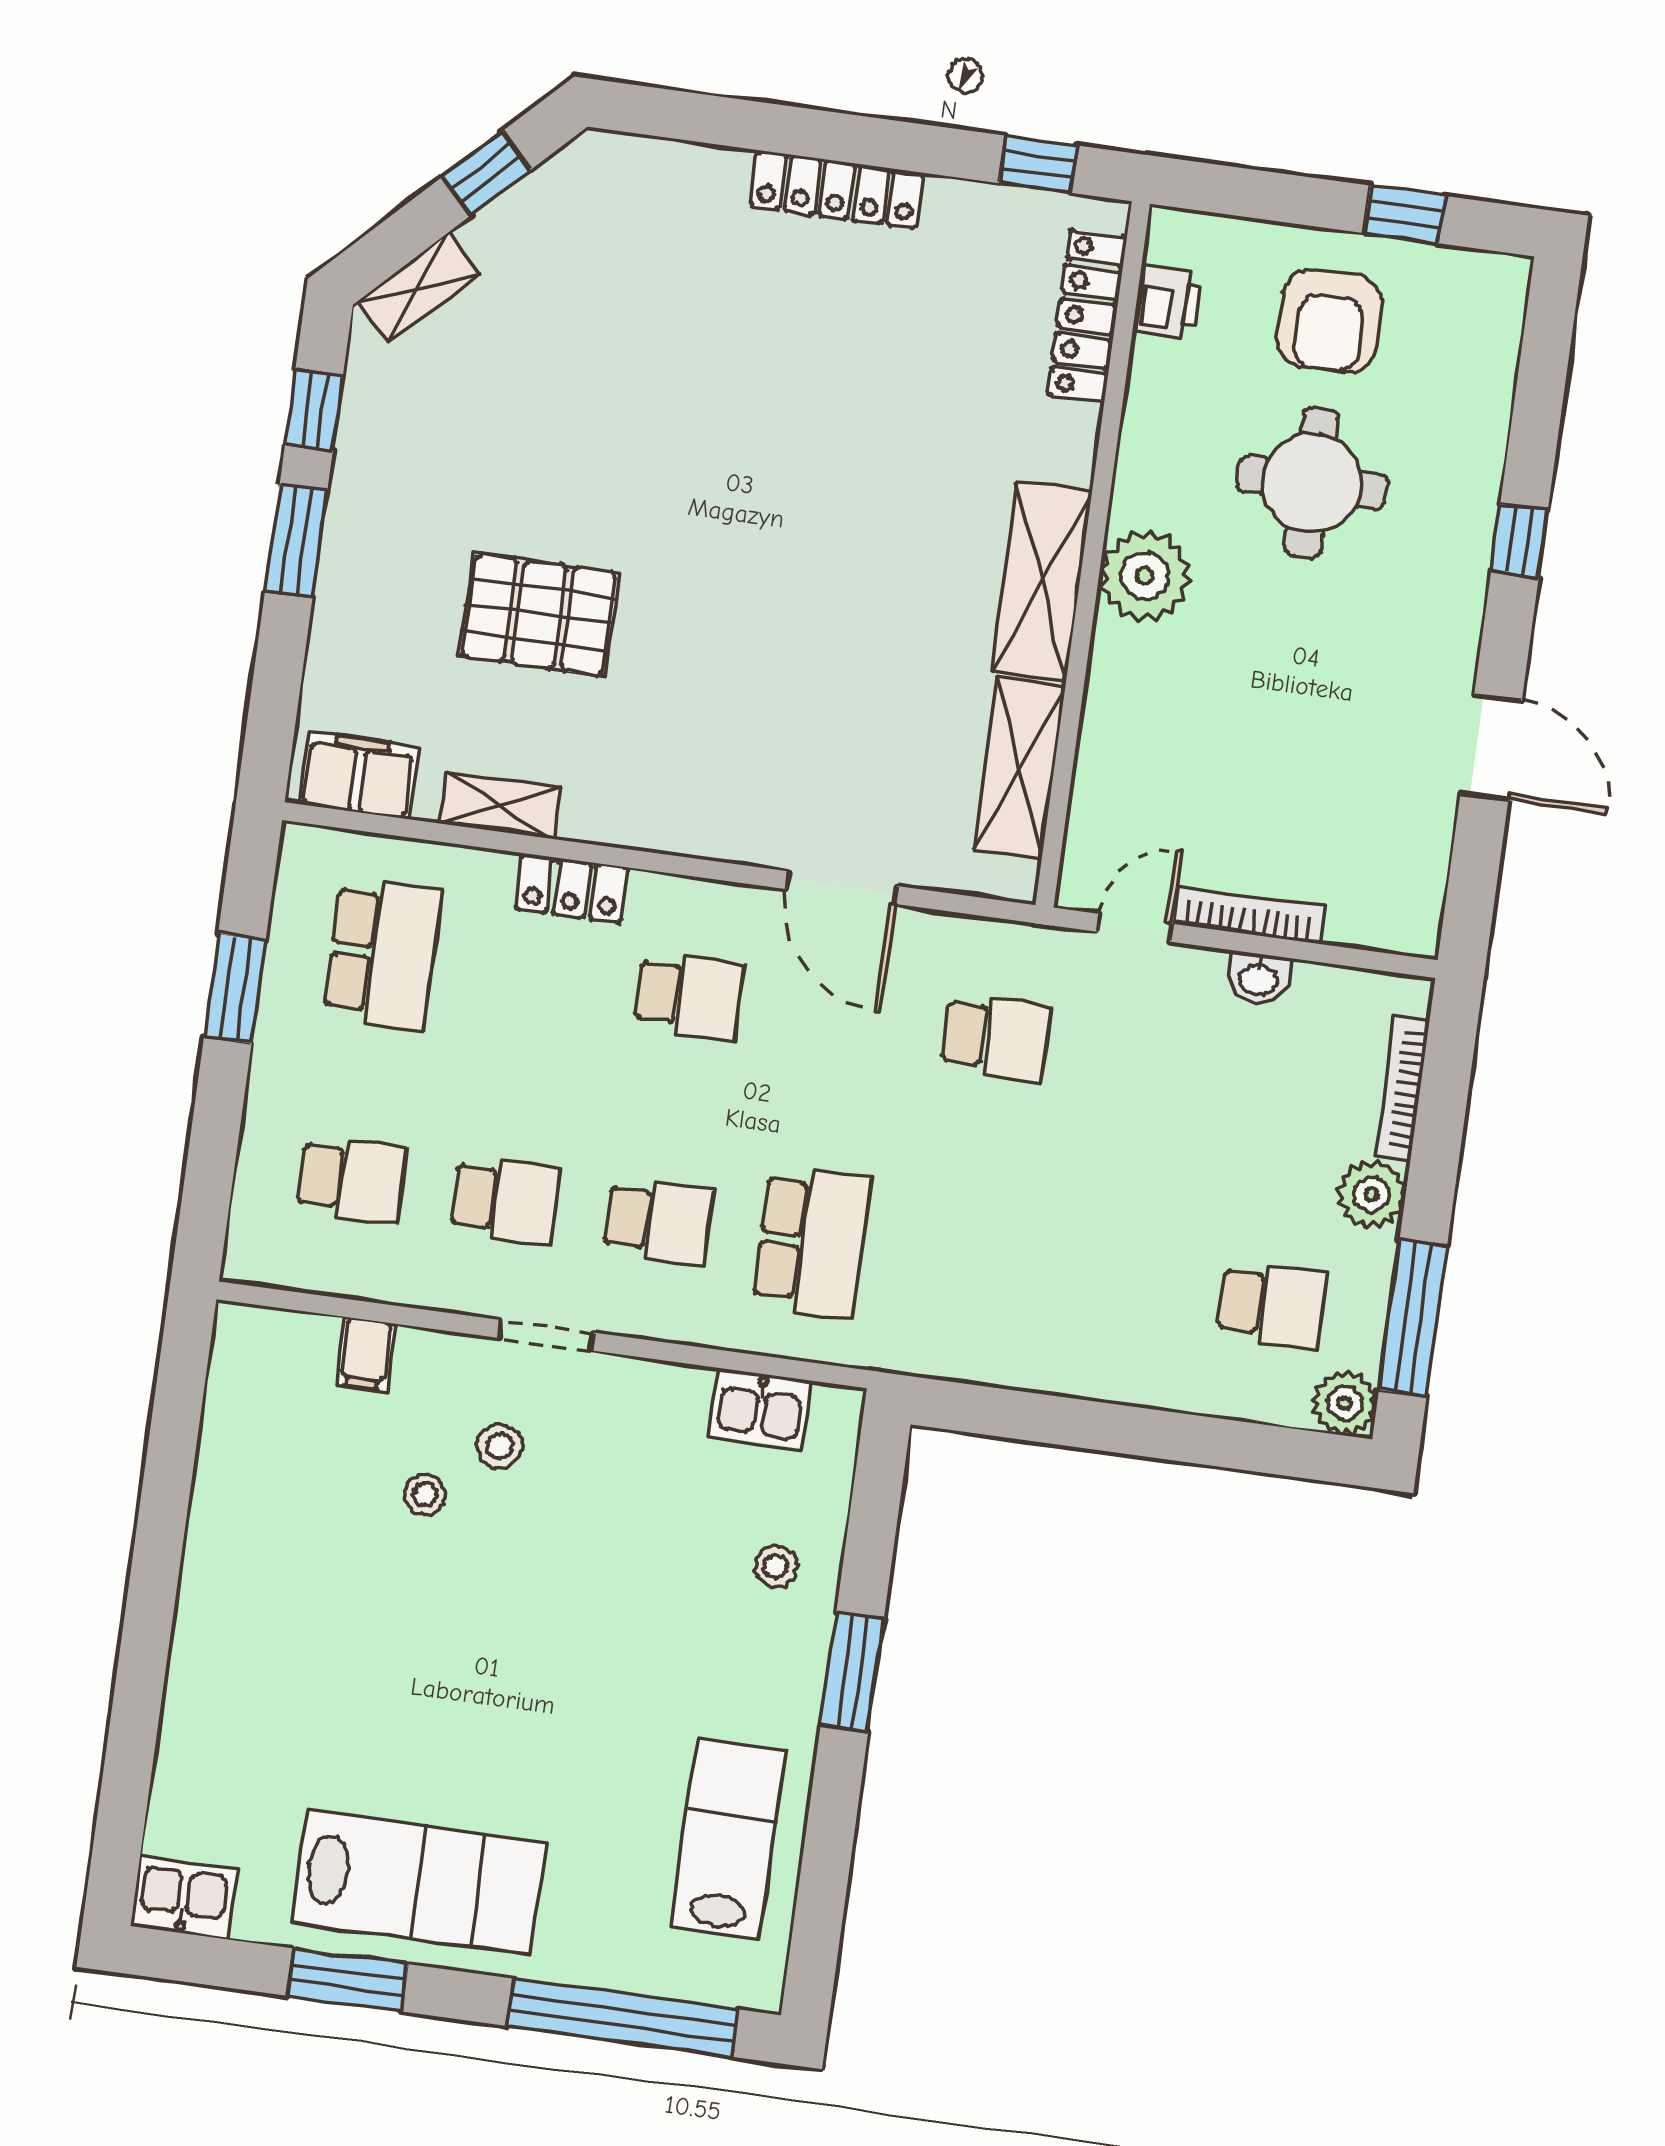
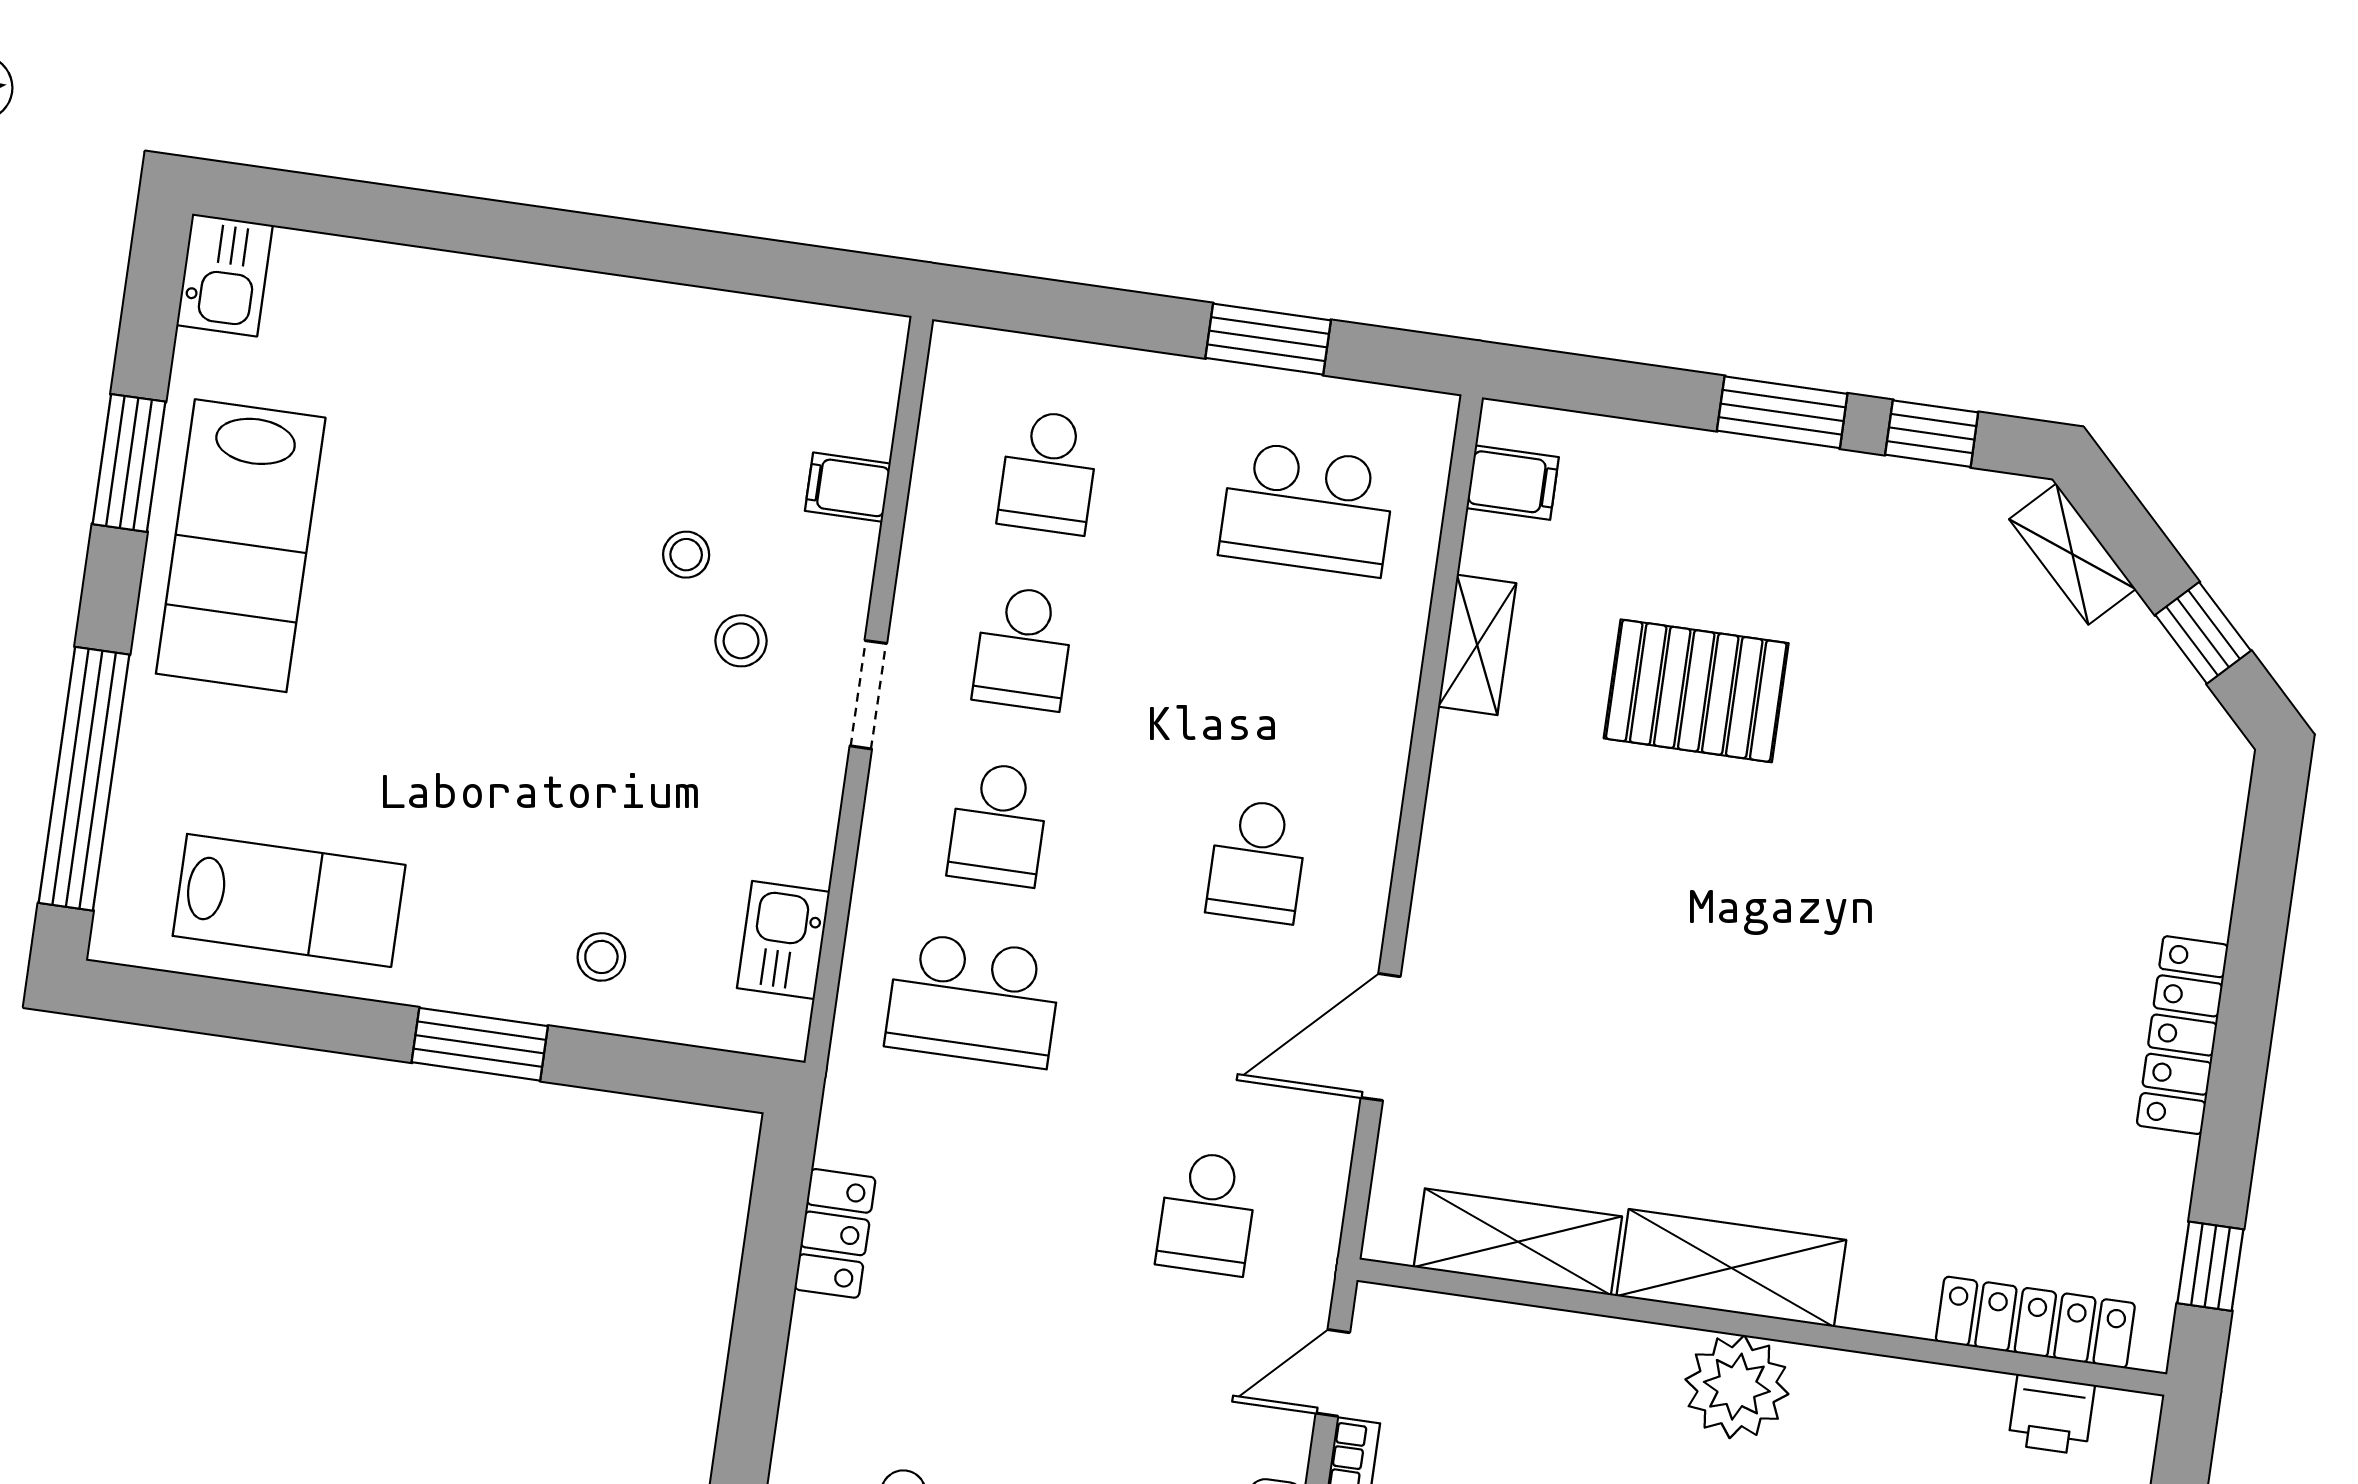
pallet: (539, 615) -> (1696, 691), turned 90
filing cabinet: (359, 775) -> (1513, 483), width x0.50
locker: (572, 888) -> (835, 1233), moved, turned 180
door: (1135, 928) -> (1333, 1373), swing flipped

